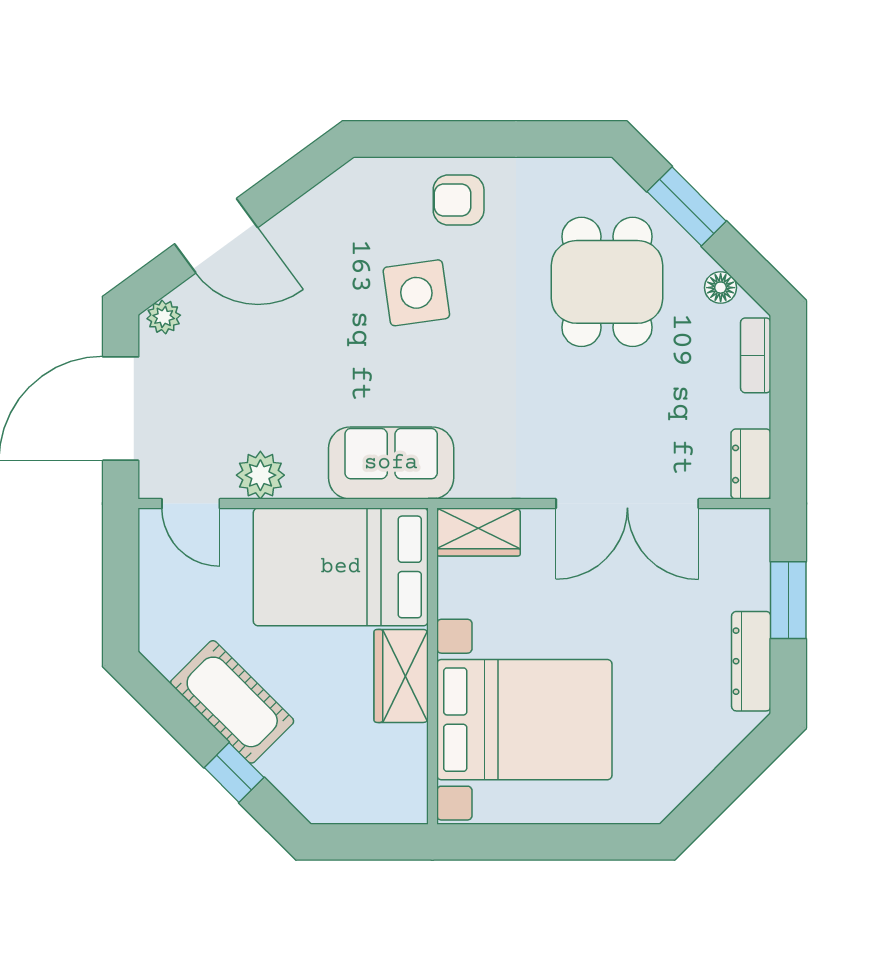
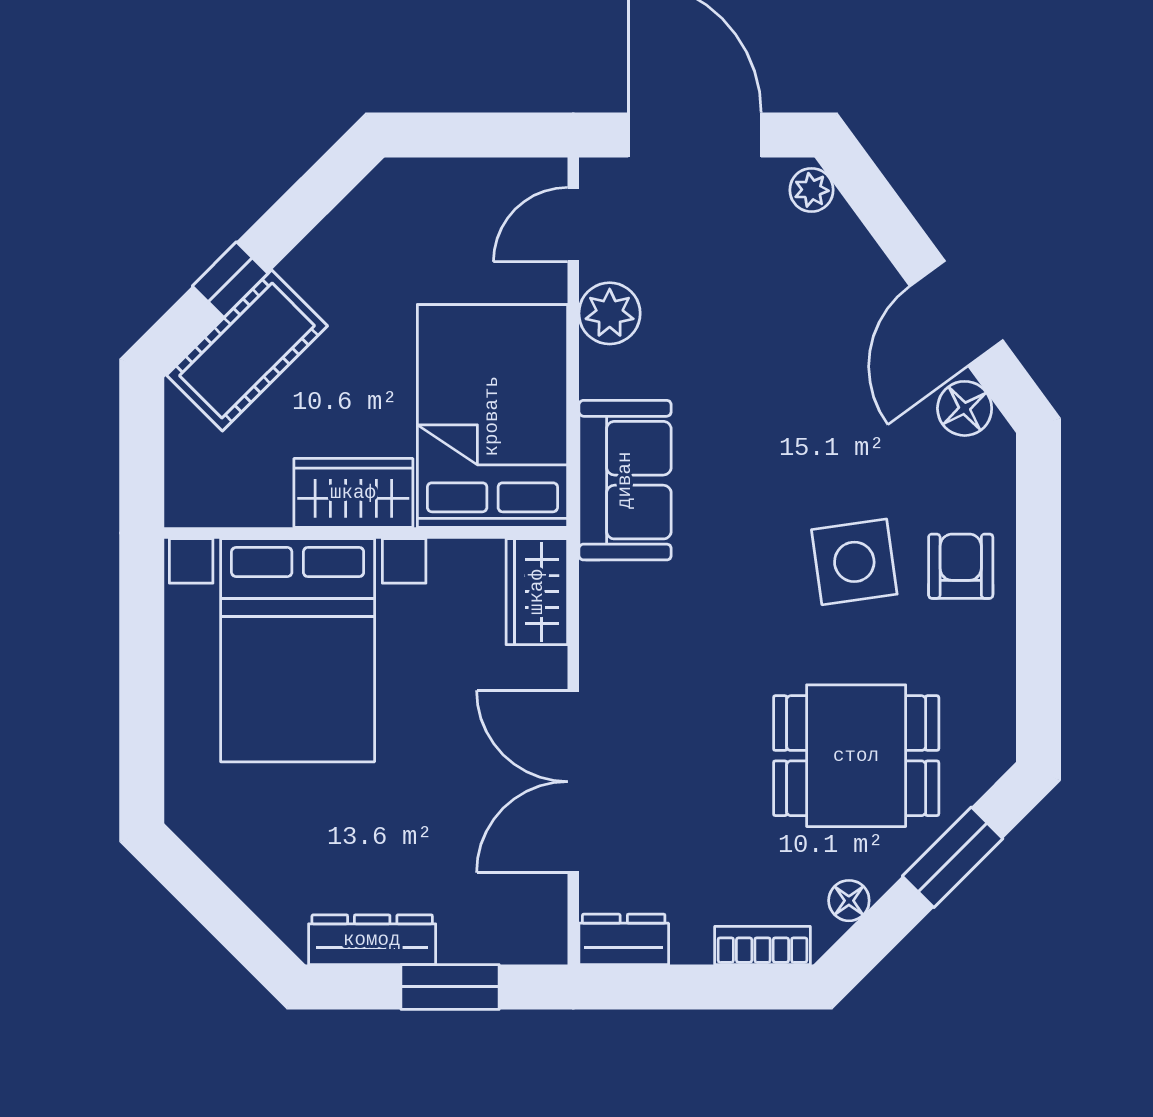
floor lamp: (335, 197) -> (965, 408), added
door: (216, 236) -> (956, 313), moved
side table: (416, 293) -> (854, 562), moved
cot: (232, 702) -> (247, 351), moved

